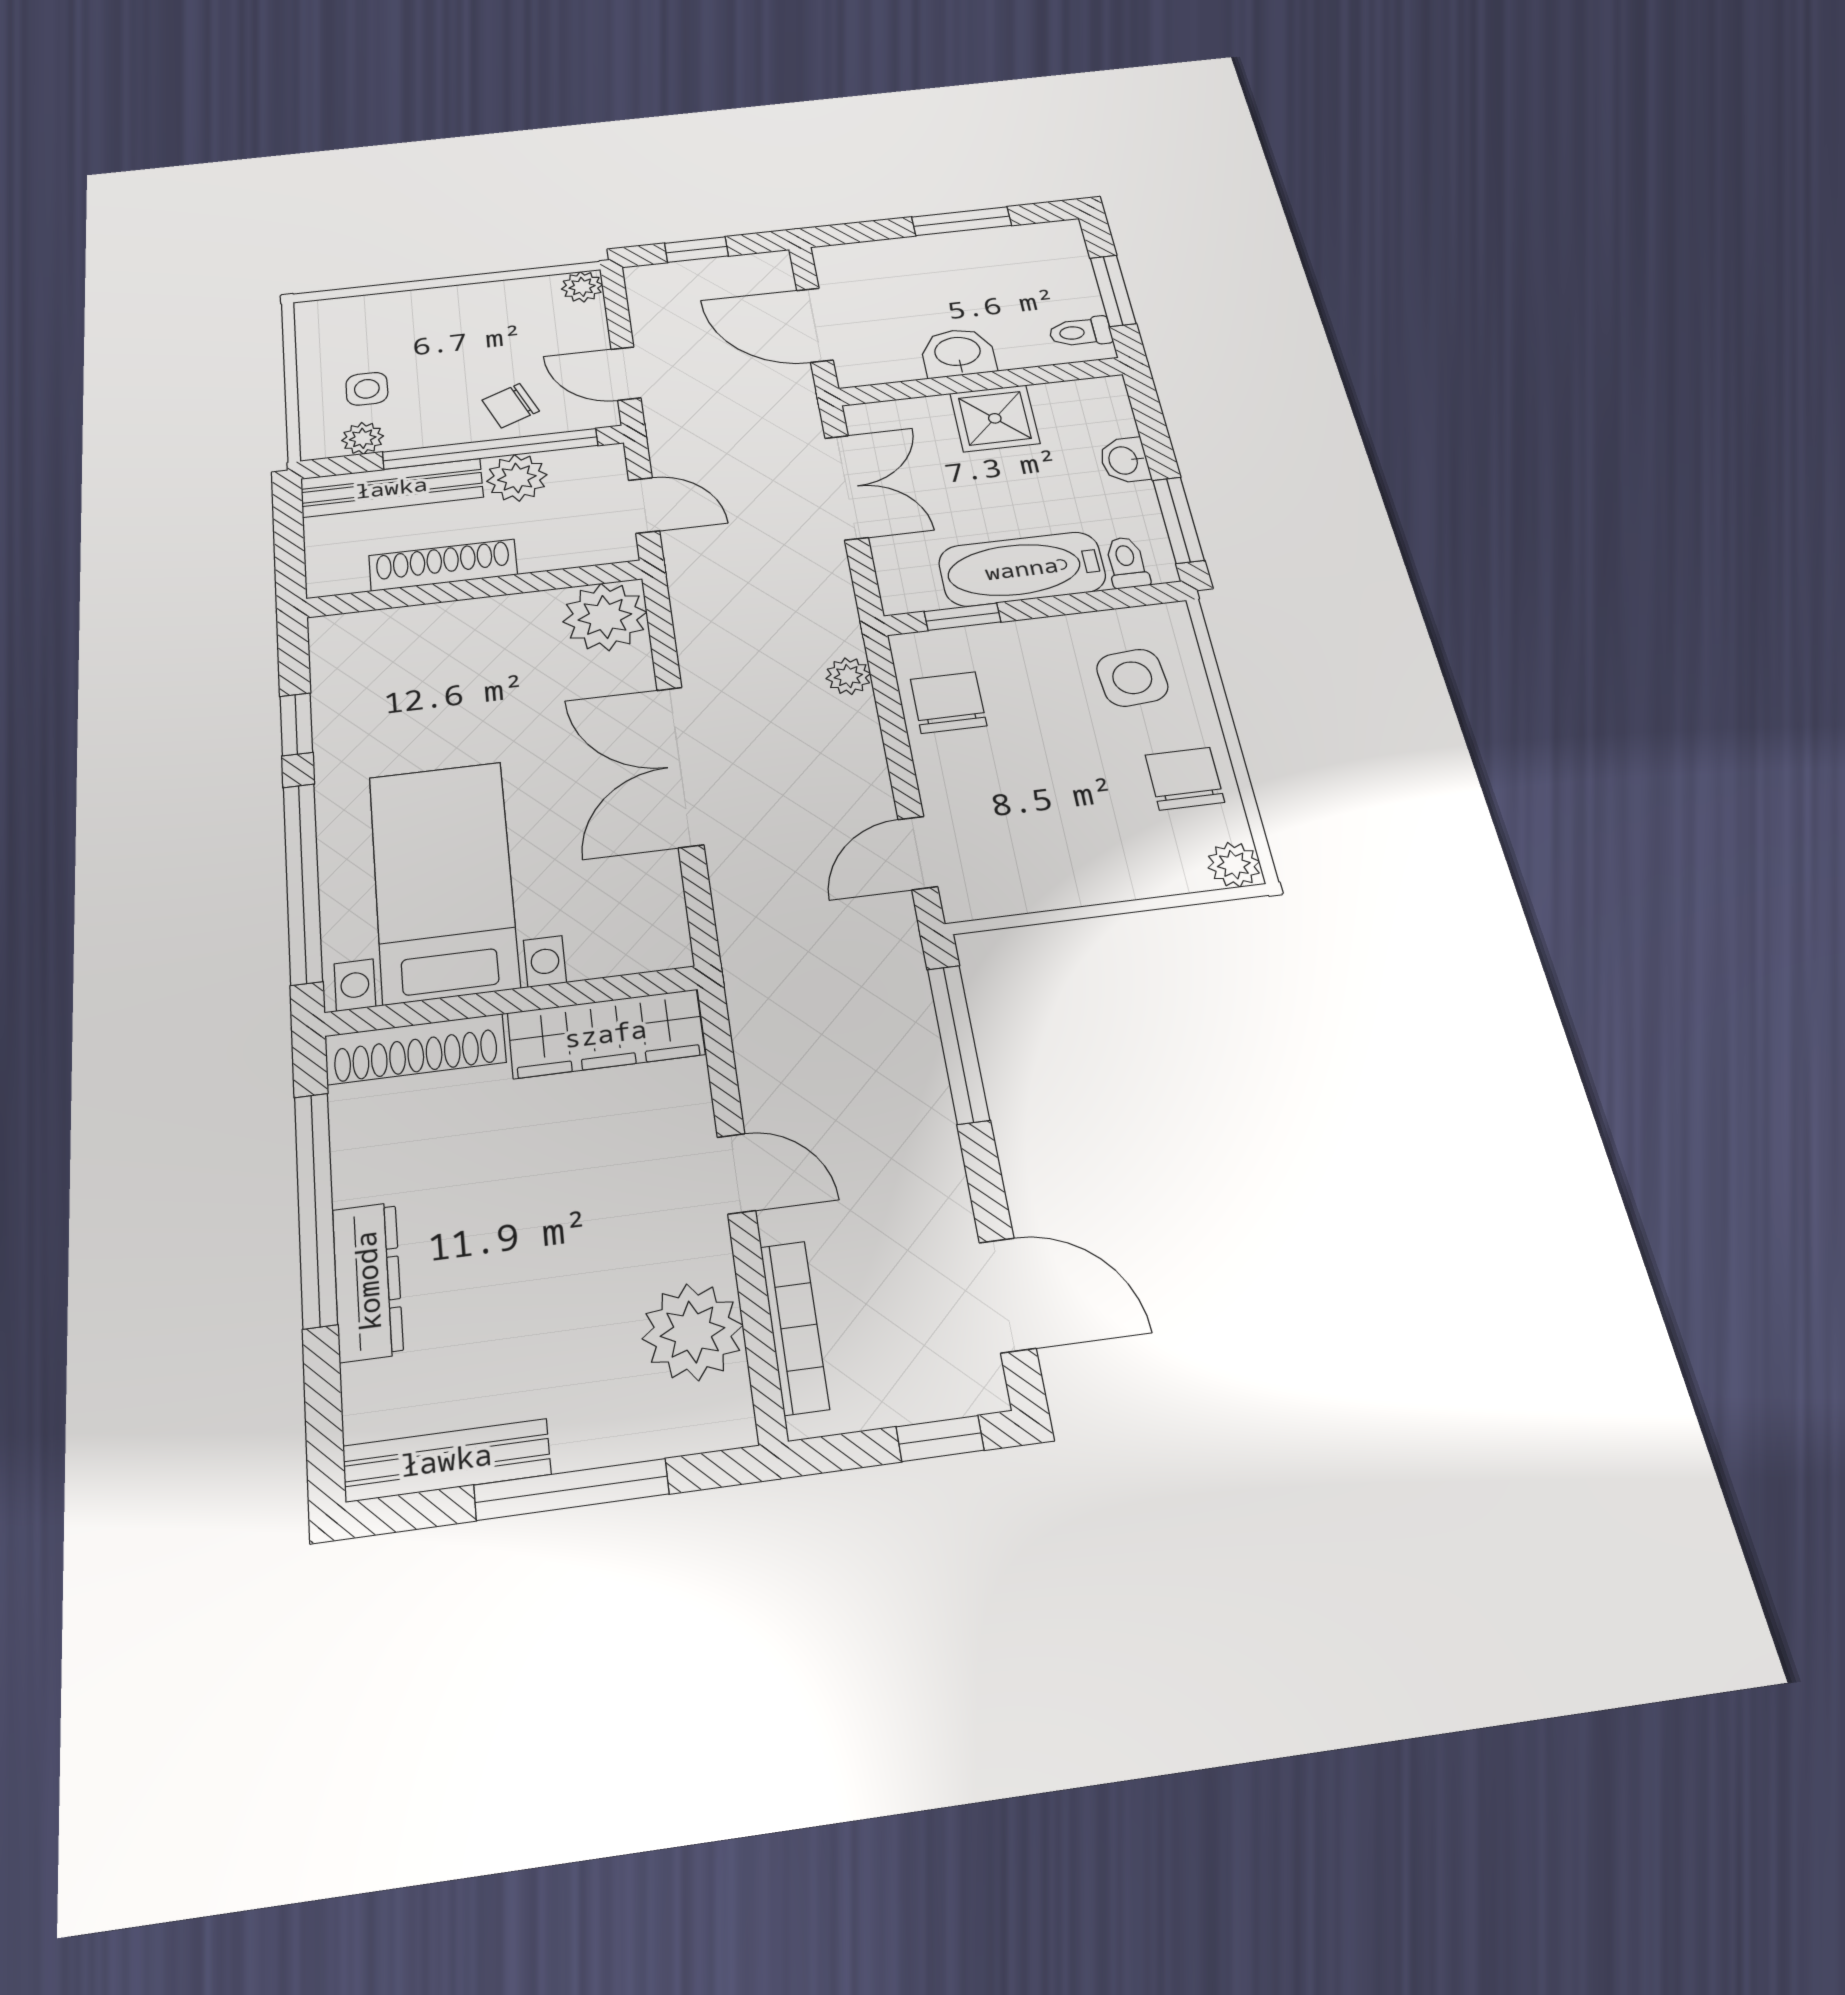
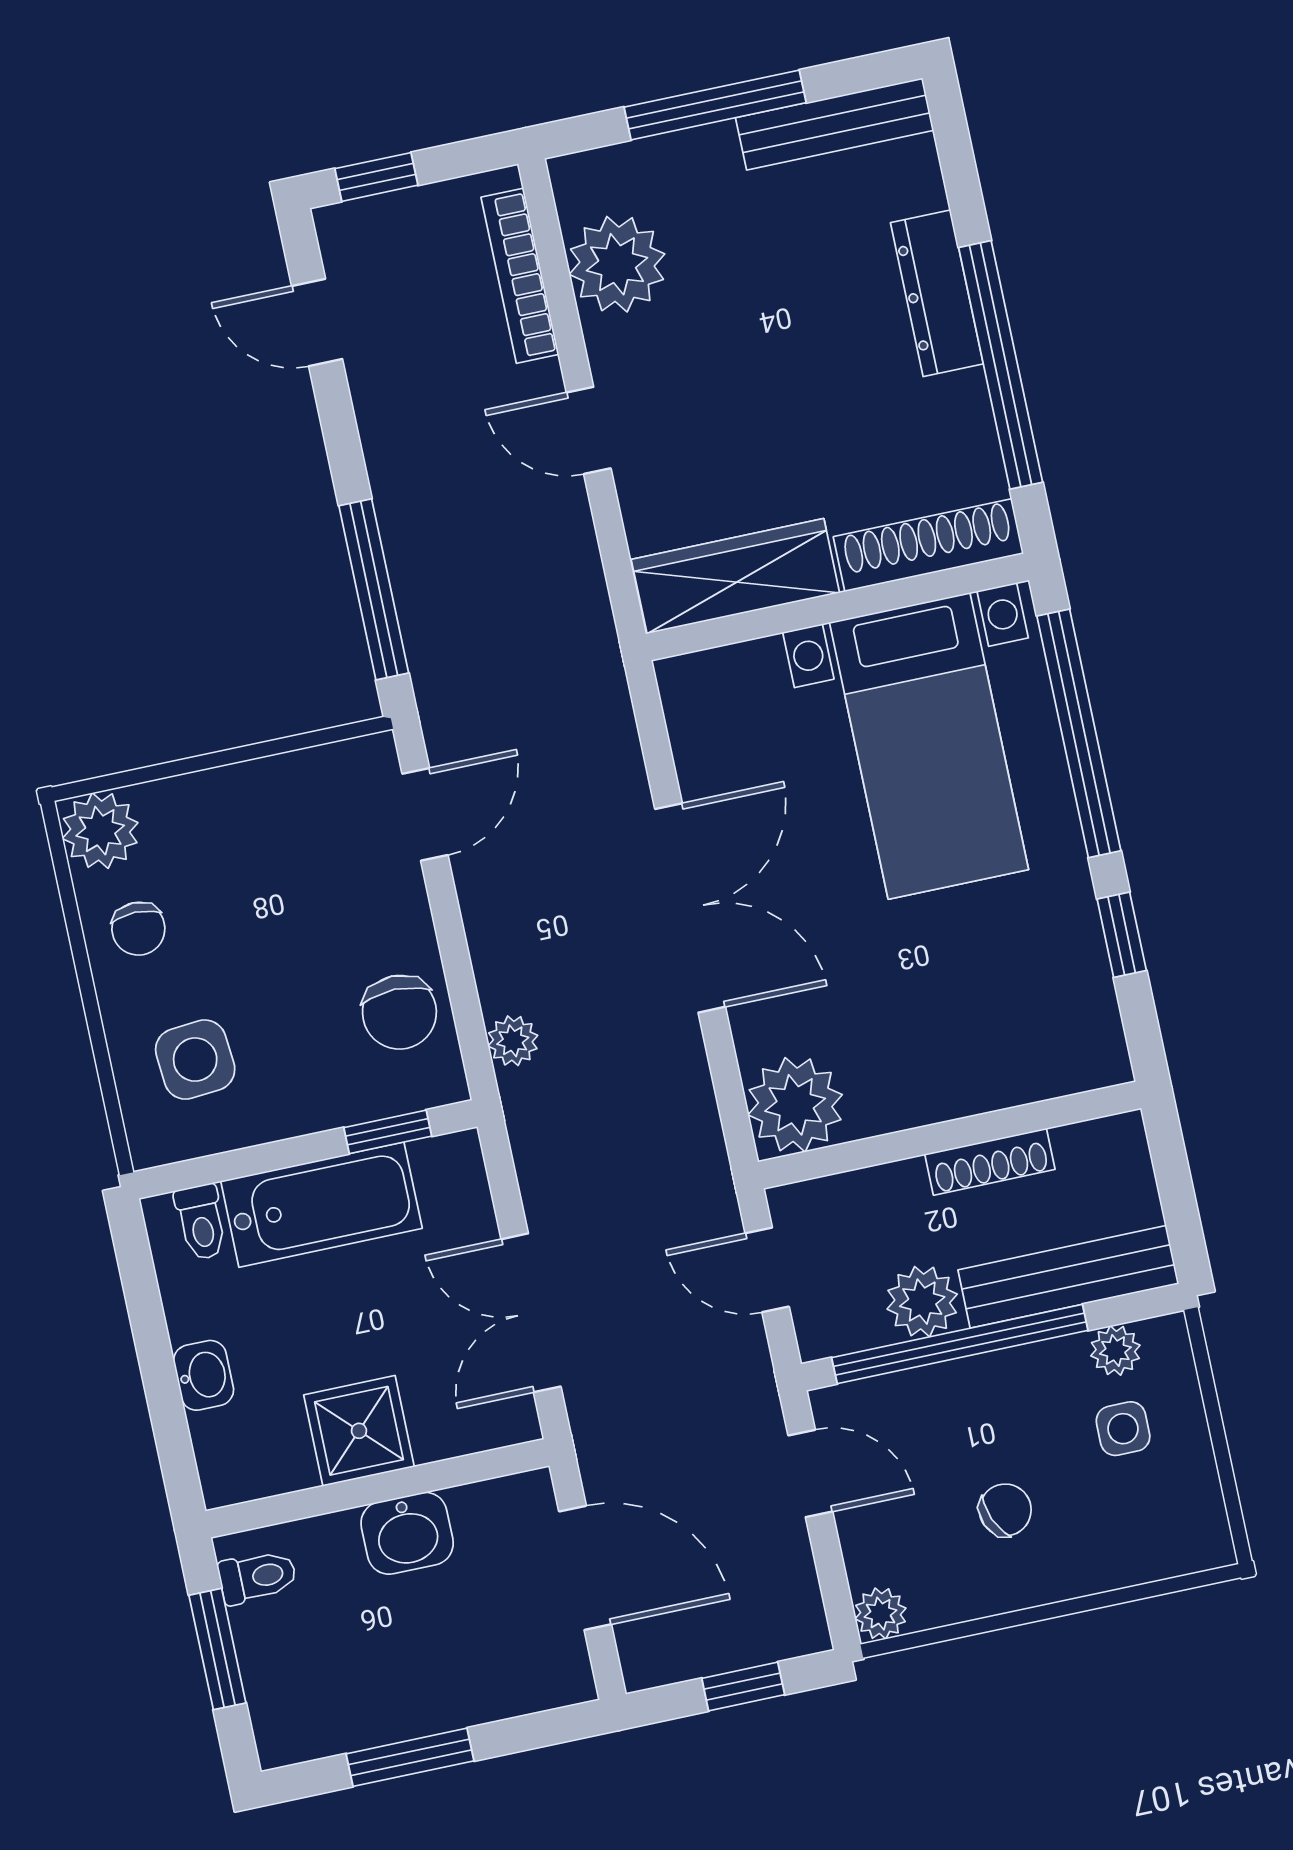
chair: (511, 406) -> (1005, 1510), moved
window: (1178, 520) -> (141, 1289), removed
shoe rack: (443, 565) -> (990, 1162), width x0.74, depth x0.81
chair: (1185, 779) -> (138, 929), width x0.73, depth x0.73
plant: (1234, 865) -> (100, 831), width x1.38, depth x1.38
door: (1007, 1295) -> (317, 322), width x0.73

